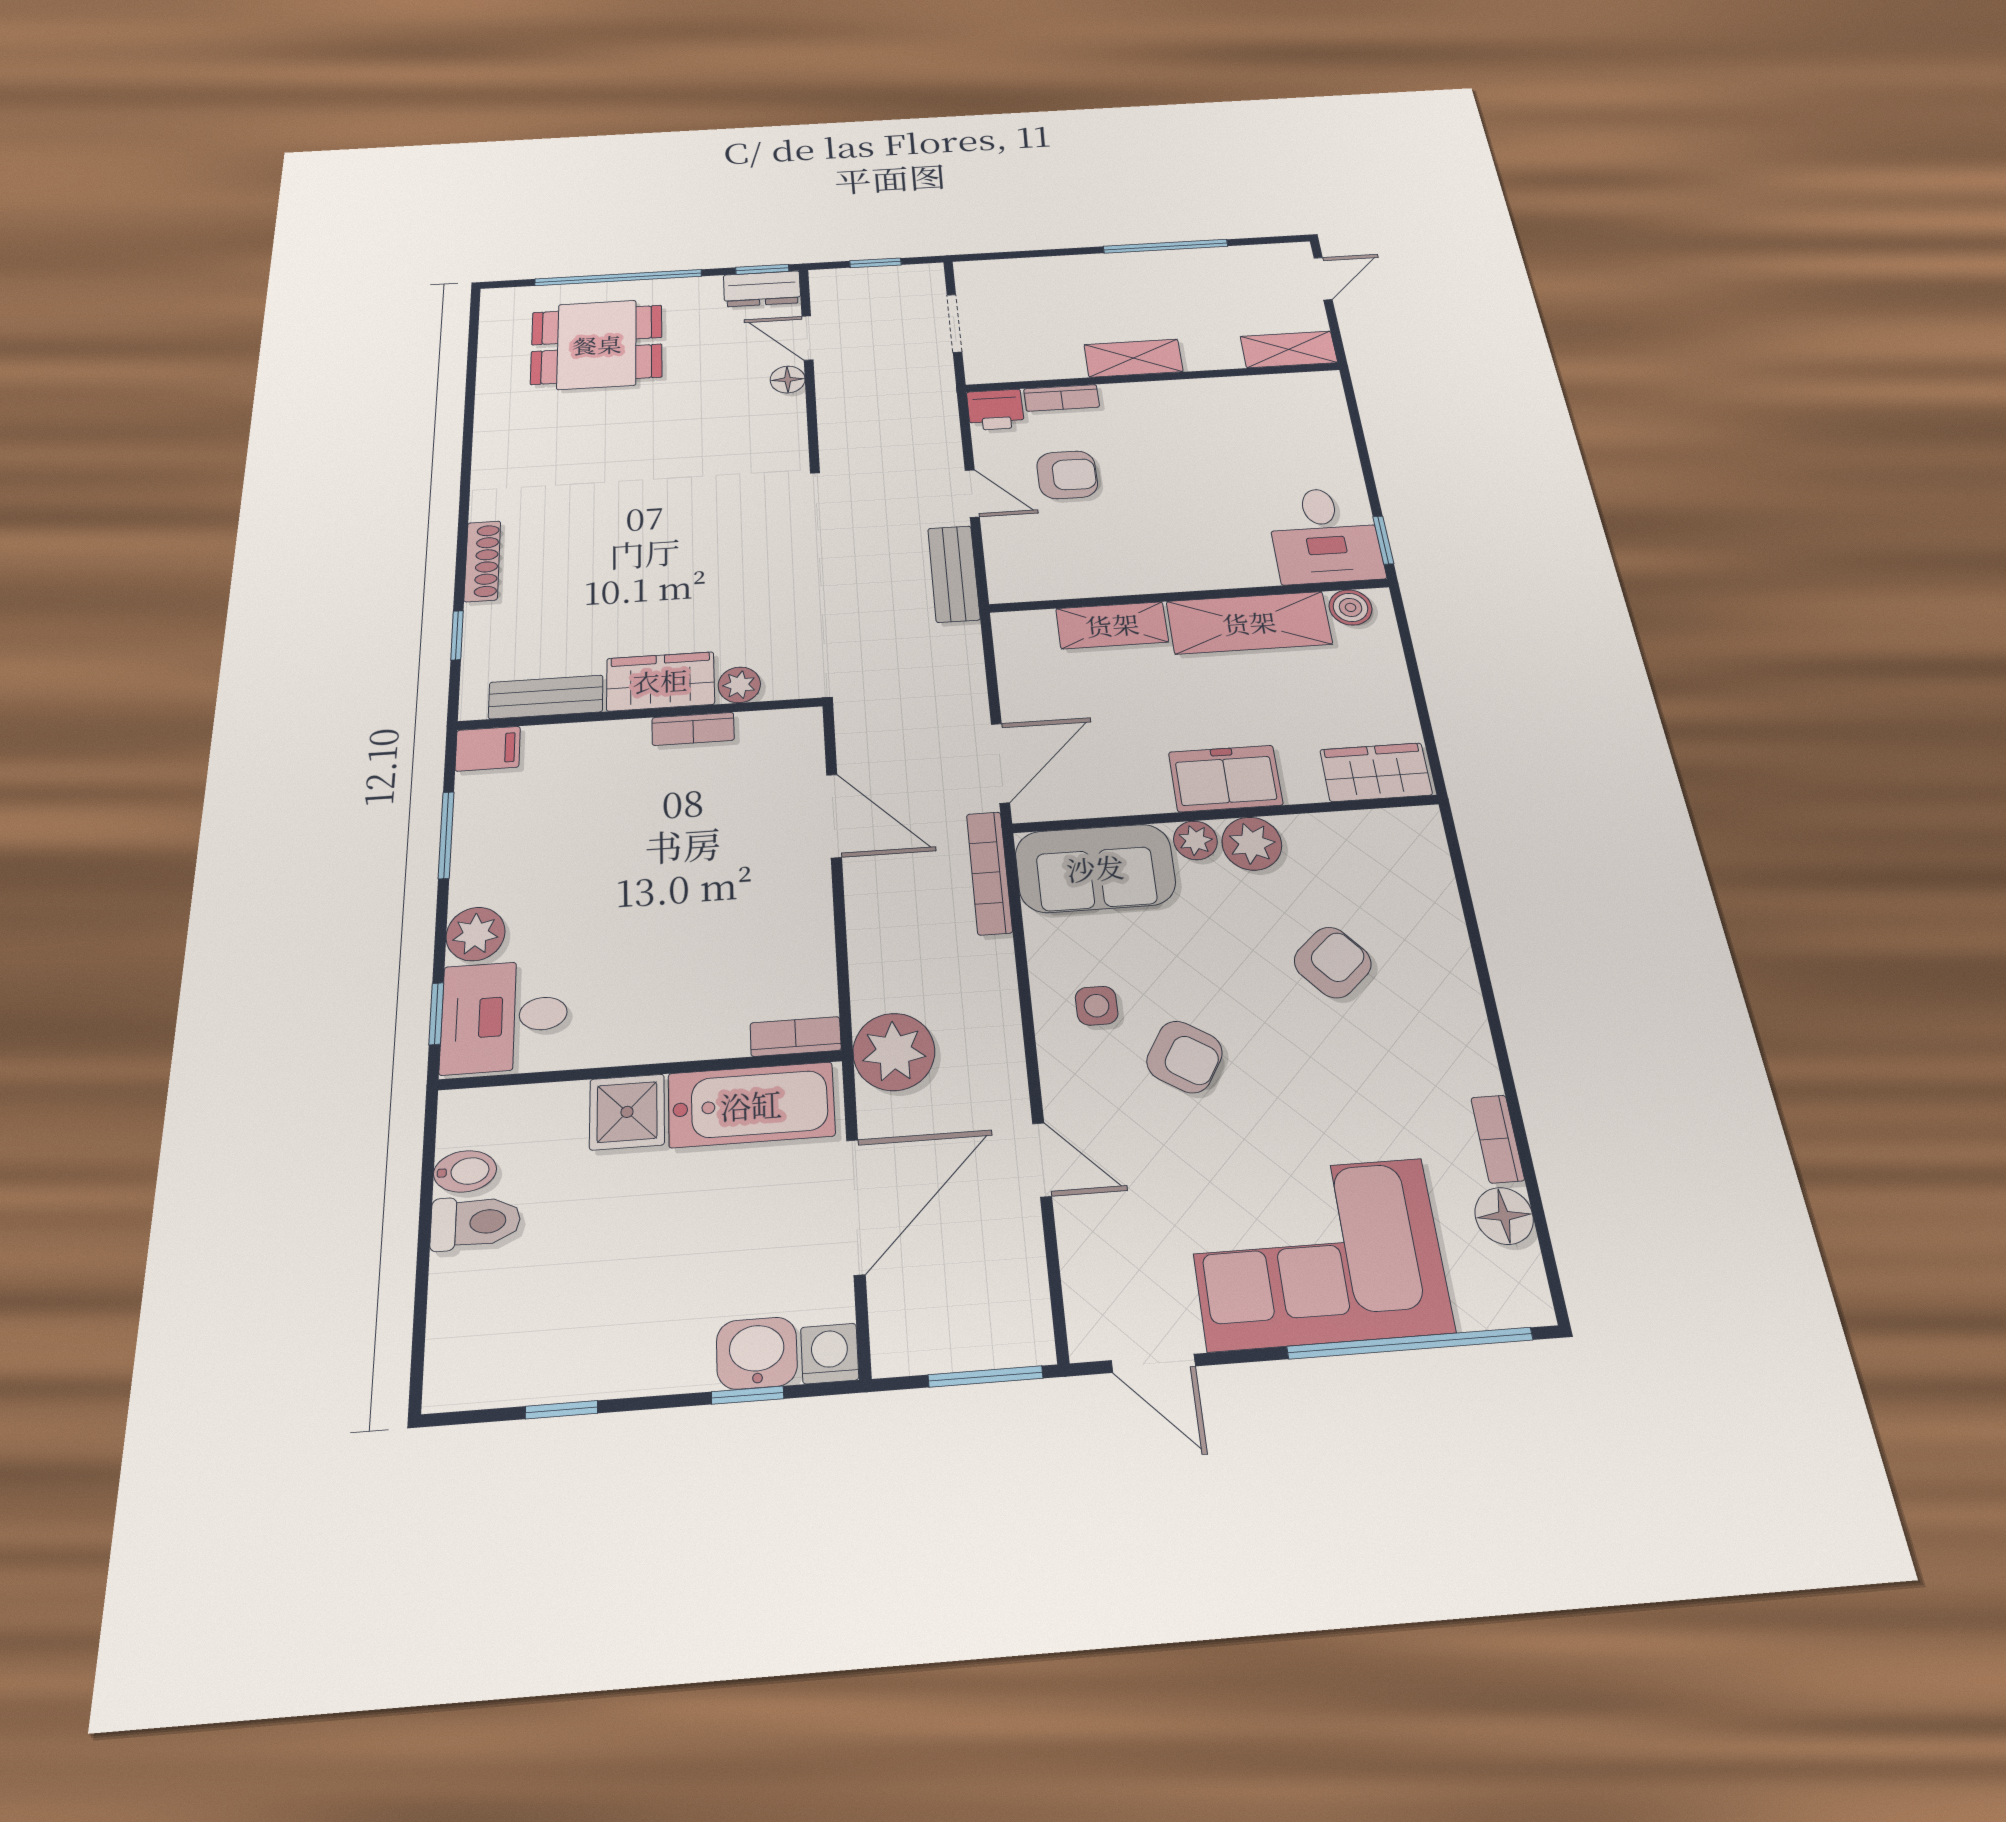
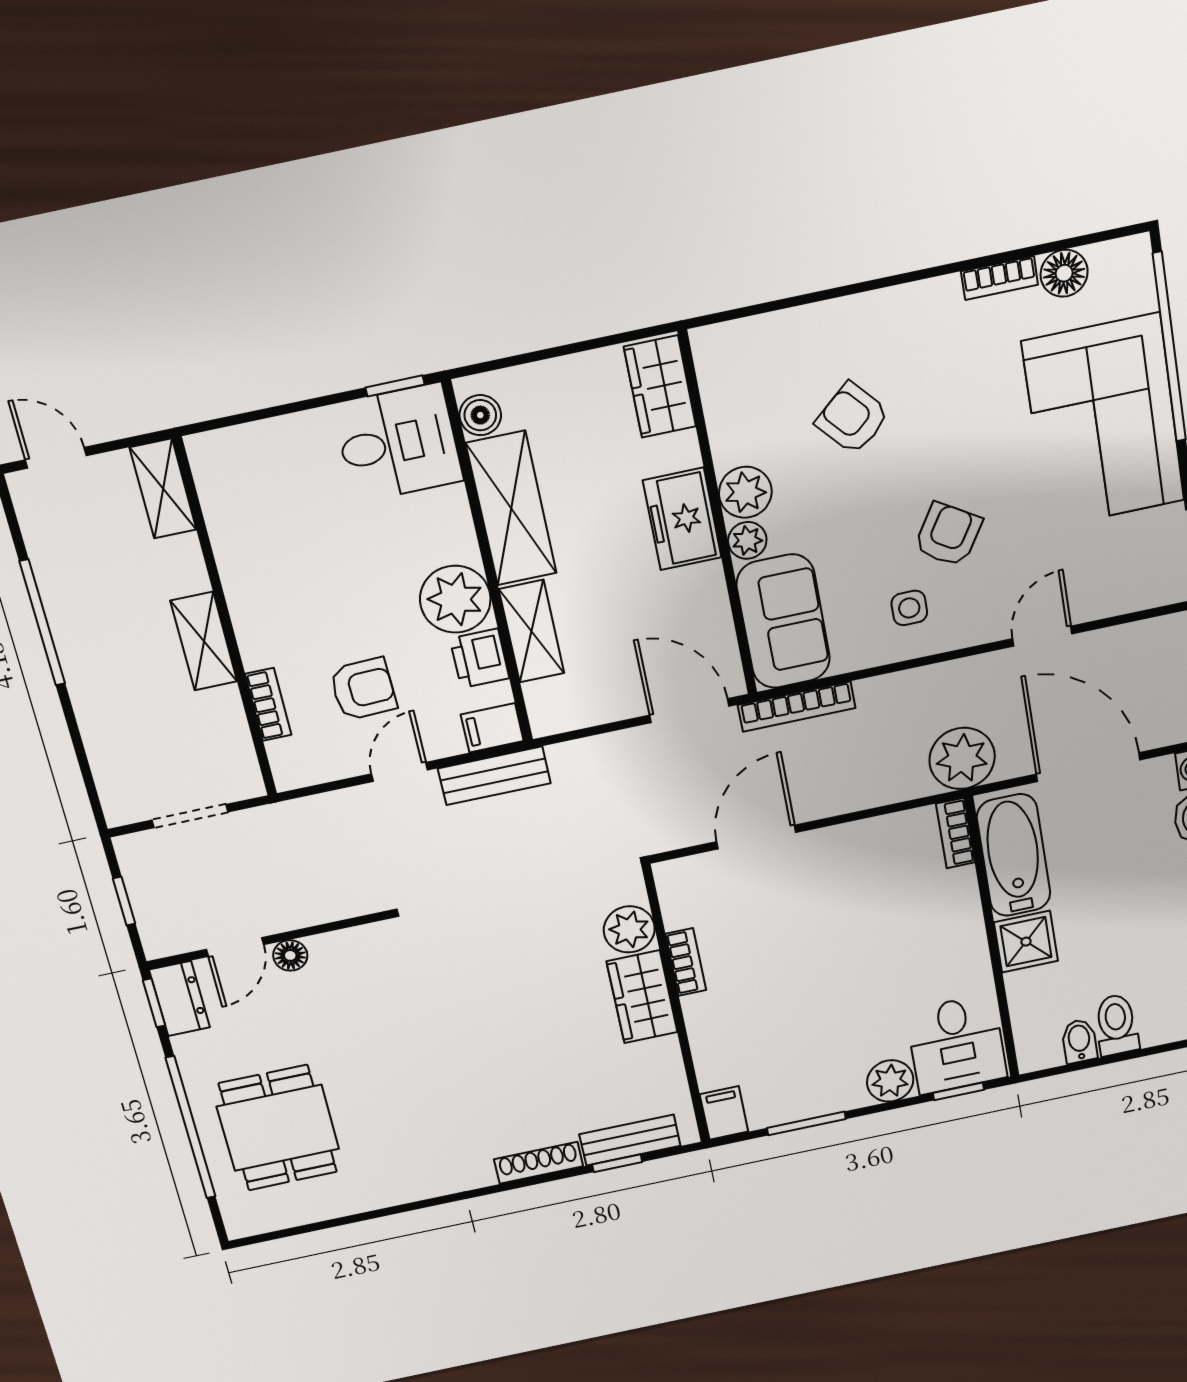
printer: (995, 410) -> (480, 658), moved, turned 180
armchair: (1067, 475) -> (363, 689), turned 88
plant: (1155, 563) -> (455, 599), added
filing cabinet: (1008, 578) -> (492, 728), added
plant: (739, 685) -> (629, 929), width x1.38, depth x1.38
bench: (546, 697) -> (630, 1140), moved, turned 90

